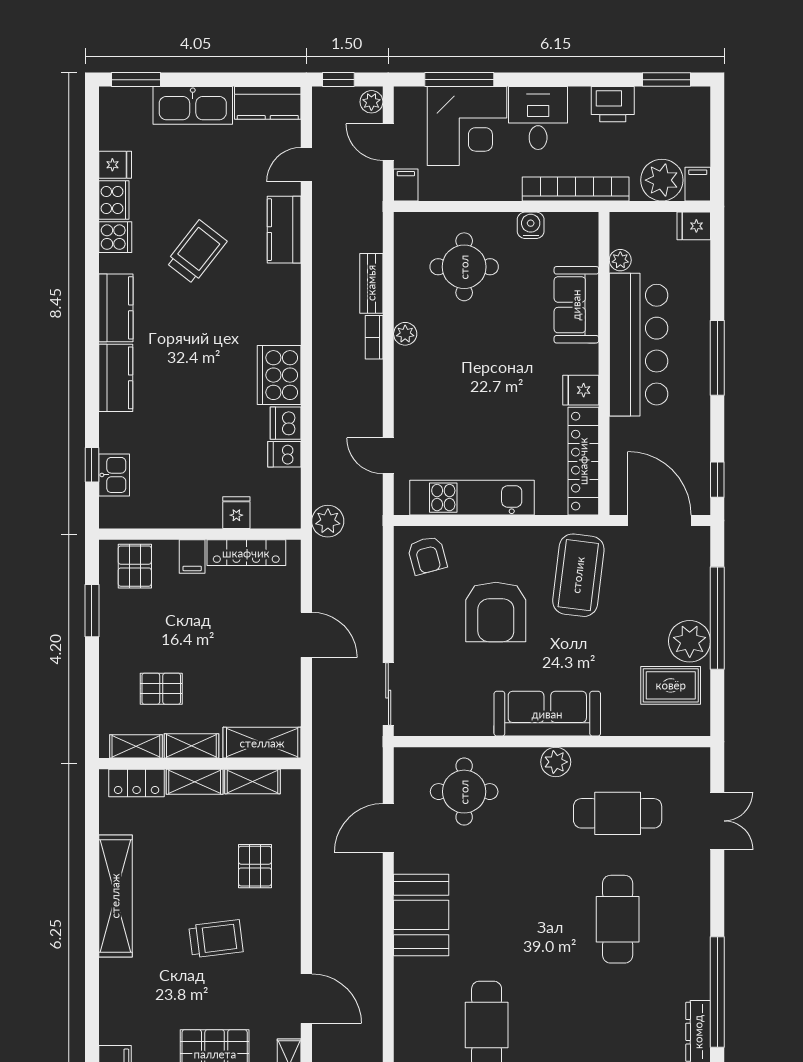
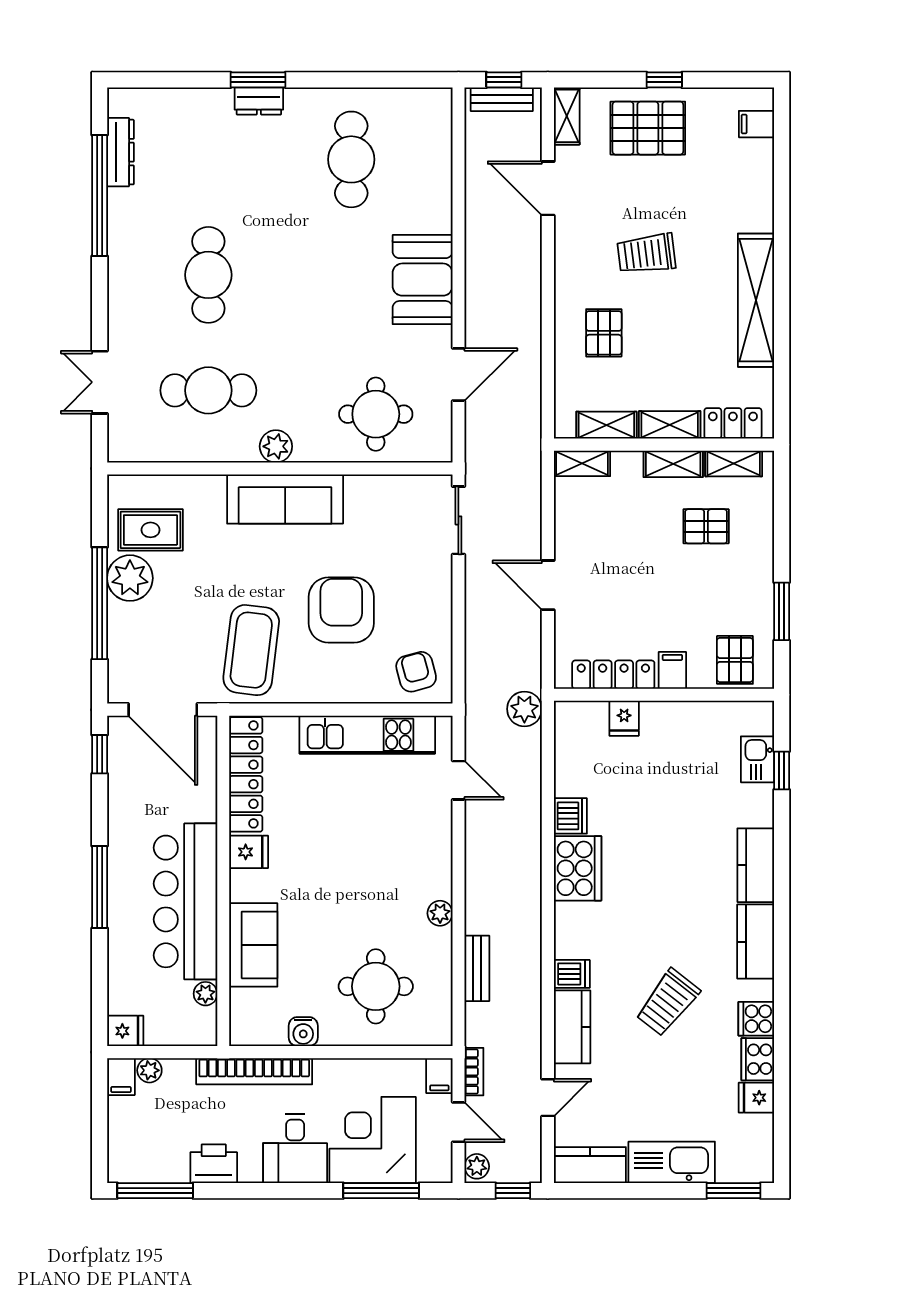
window: (666, 80) -> (155, 1191), width x1.44
plant: (662, 180) -> (149, 1070), width x0.53, depth x0.53
bookcase: (374, 337) -> (474, 1072), moved
dishwasher: (284, 454) -> (572, 974), moved
shelving: (262, 743) -> (582, 463), width x0.67, depth x0.75

